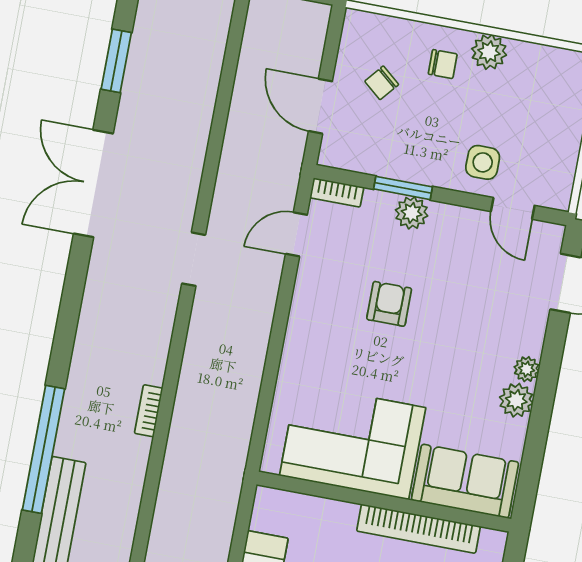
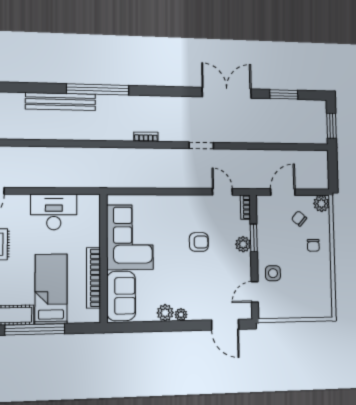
plant: (489, 52) -> (321, 204), moved
bookcase: (149, 411) -> (146, 137), moved

